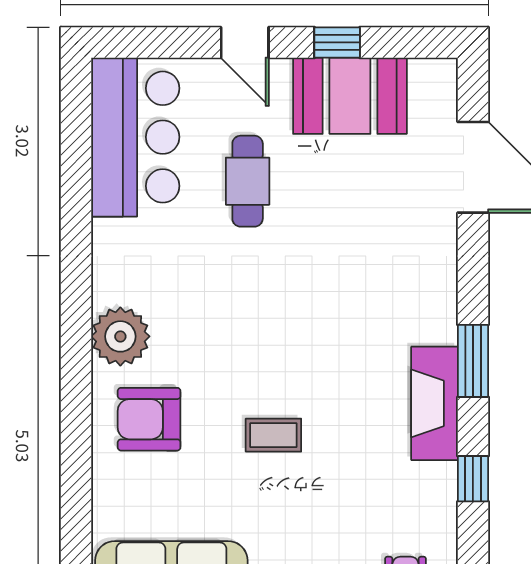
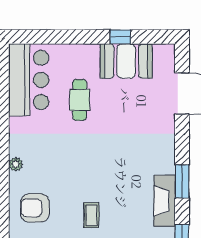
door: (245, 42) -> (78, 37), removed
plant: (120, 336) -> (16, 164), width x0.53, depth x0.53
coffee table: (273, 435) -> (91, 215), turned 90

